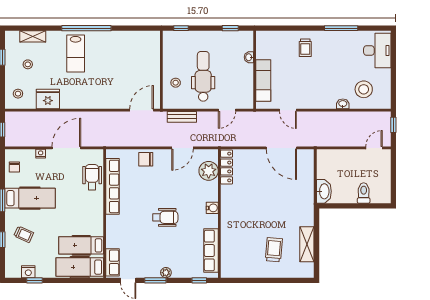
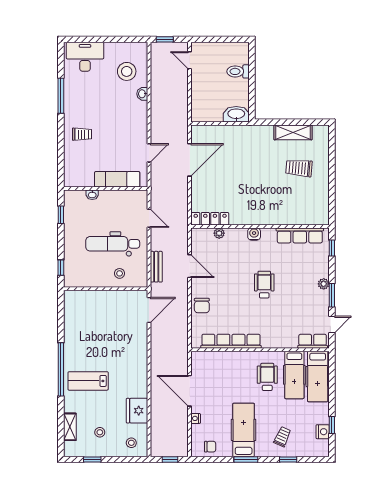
lab bench: (76, 53) -> (88, 381), turned 180
door: (142, 110) -> (149, 310), swing flipped
plant: (209, 171) -> (219, 233), width x0.53, depth x0.53
wheelchair: (92, 177) -> (267, 377), moved, turned 90

